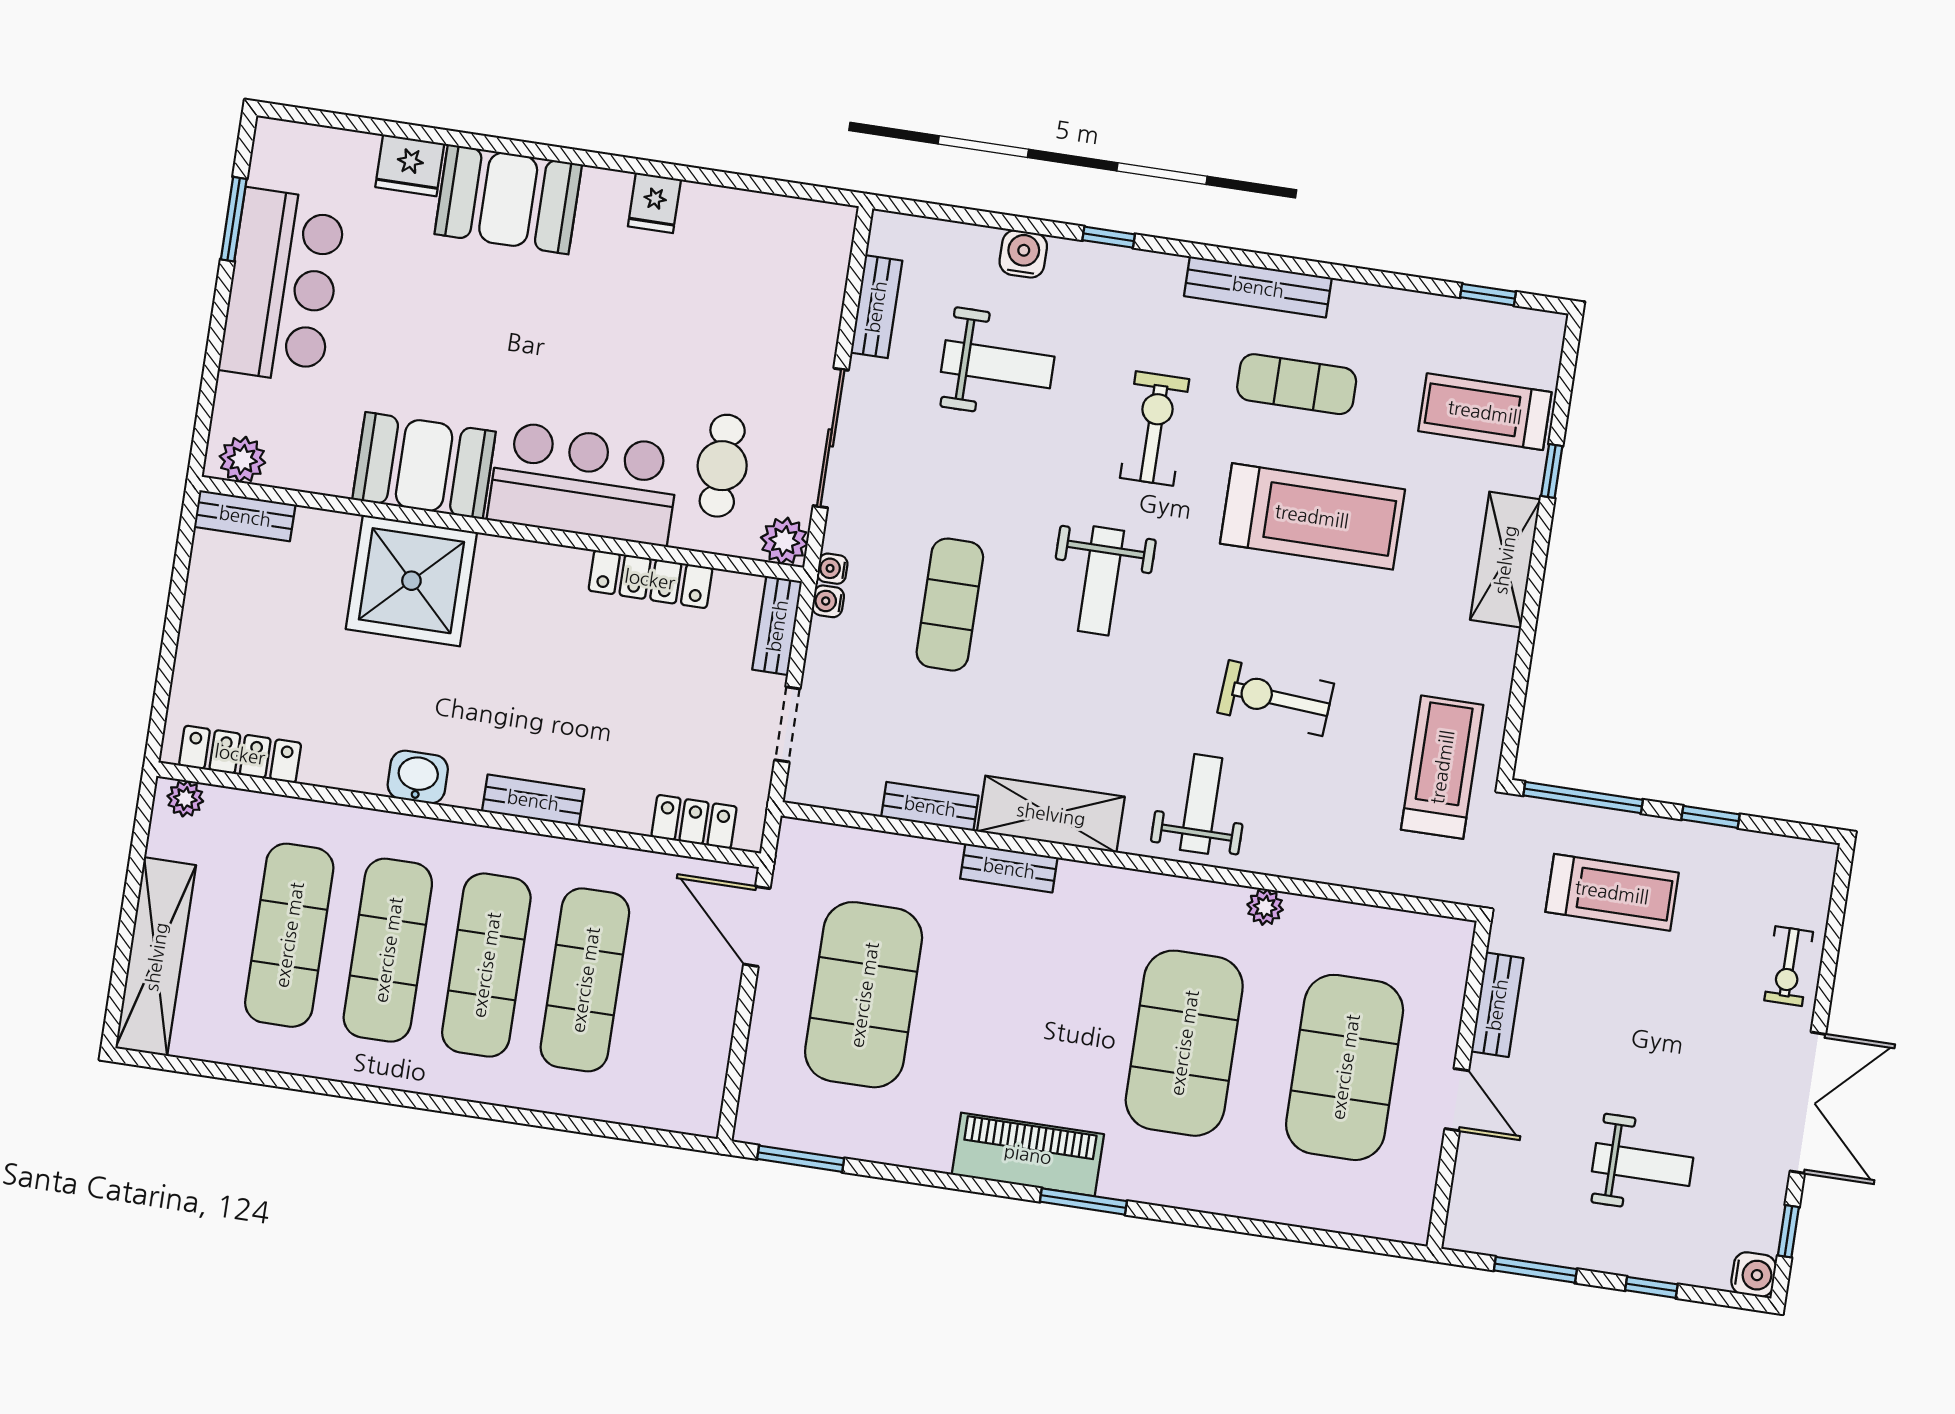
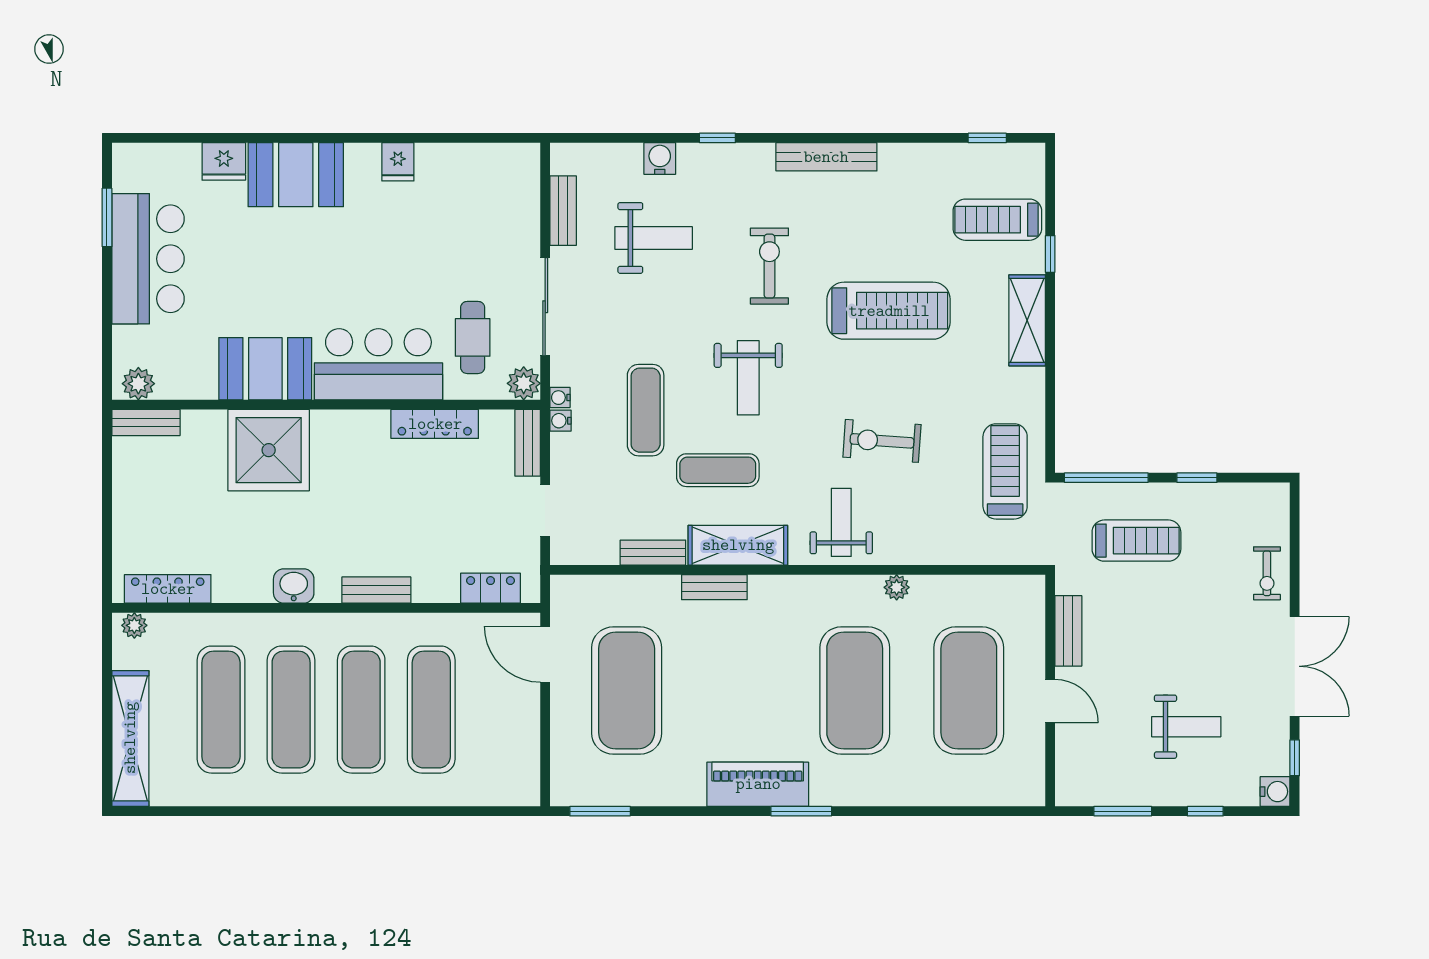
exercise mat: (1297, 384) -> (718, 470), moved

